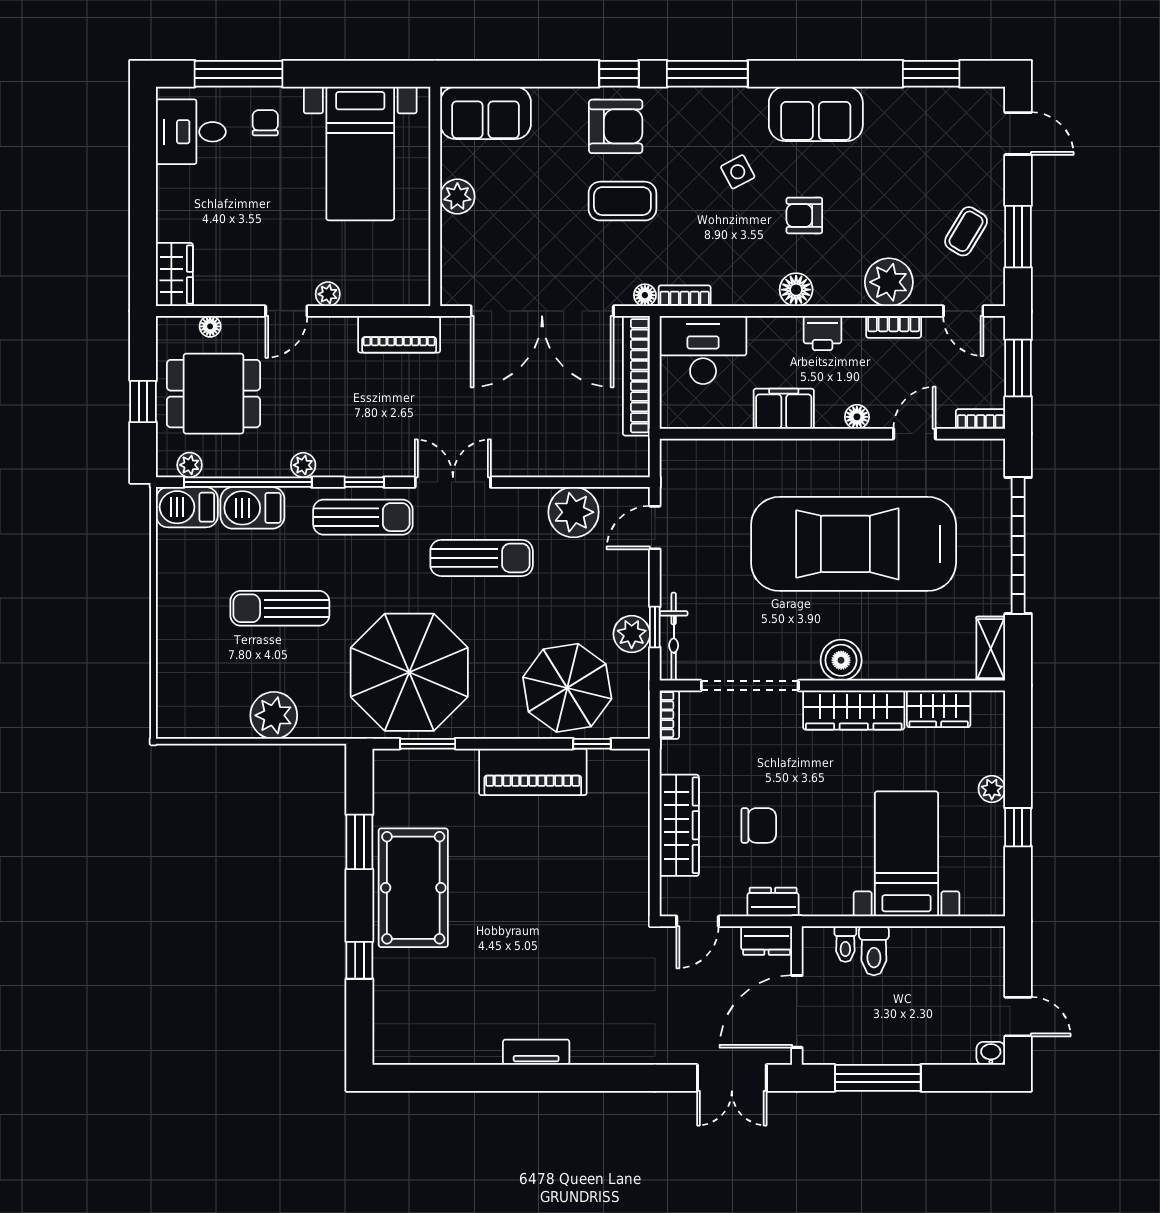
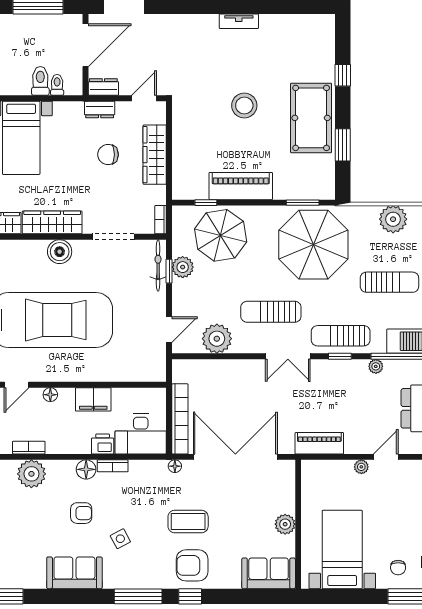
bookcase: (685, 296) -> (113, 466), moved
printer: (823, 333) -> (103, 444), moved
doorway: (750, 686) -> (113, 237), width x0.73
stool: (527, 909) -> (244, 105), added

